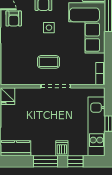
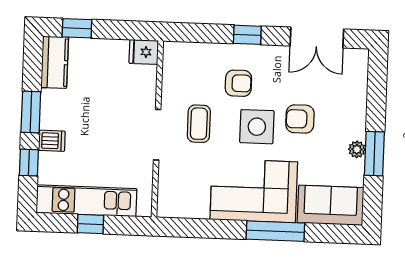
armchair: (14, 18) -> (238, 83), moved, turned 180
side table: (49, 28) -> (257, 127), width x1.87, depth x1.87
bookcase: (100, 74) -> (176, 211), removed

